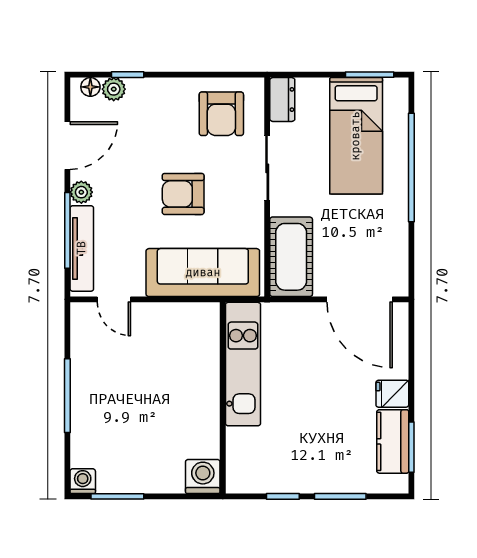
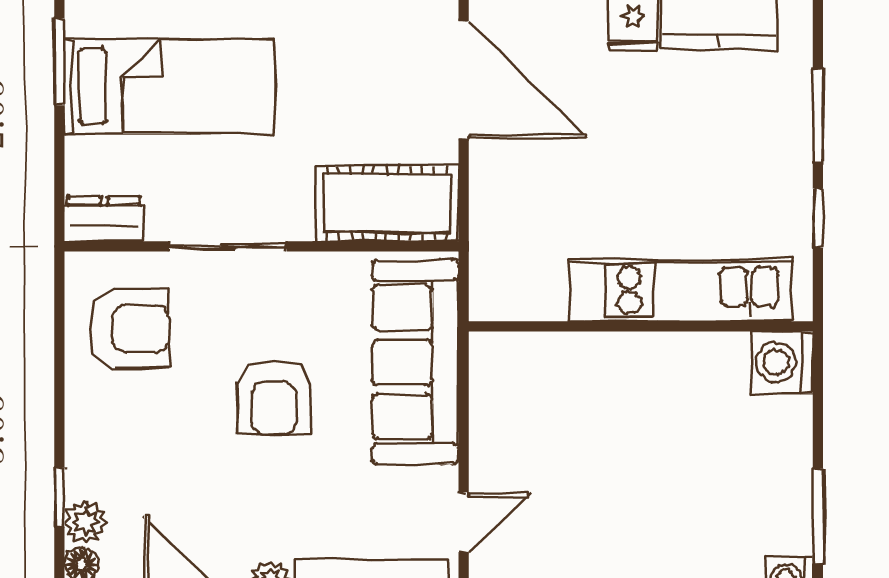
door: (360, 299) -> (464, 80), hinge flipped
kitchen unit: (243, 364) -> (680, 290), moved

